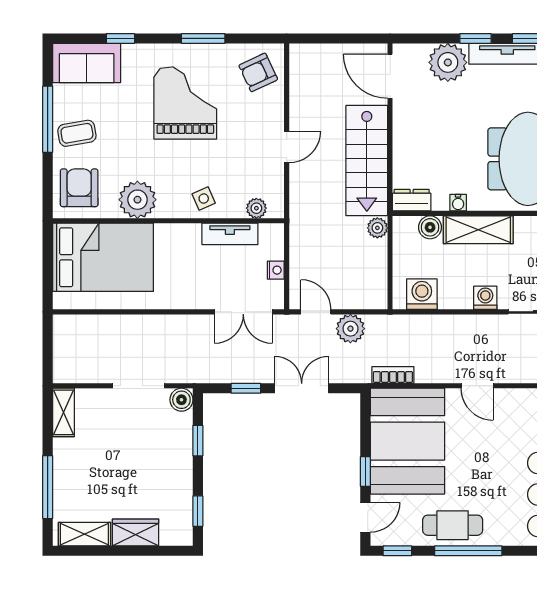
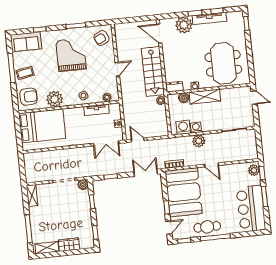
armchair: (79, 188) -> (29, 97), turned 90
washing machine: (485, 298) -> (196, 128), moved
plant: (350, 329) -> (199, 141), moved
double door: (302, 388) -> (146, 173), moved

